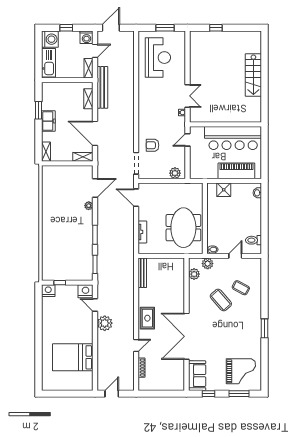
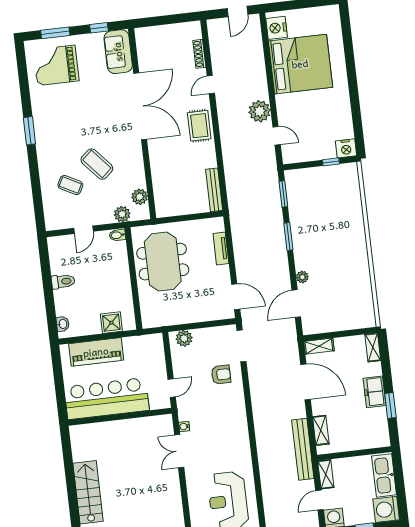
toilet: (254, 240) -> (63, 281), moved
nightstand: (86, 291) -> (277, 28), moved, turned 90
bed: (73, 357) -> (300, 64), width x1.36

